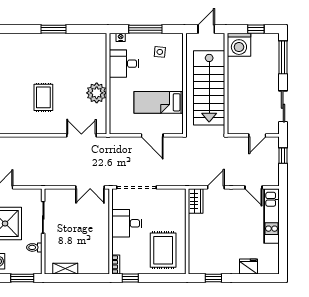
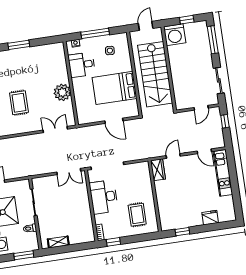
bed: (159, 102) -> (114, 88), width x1.50
desk: (127, 223) -> (104, 197), width x1.37
rug: (163, 250) -> (137, 215), width x0.73, depth x0.70

